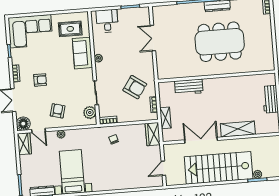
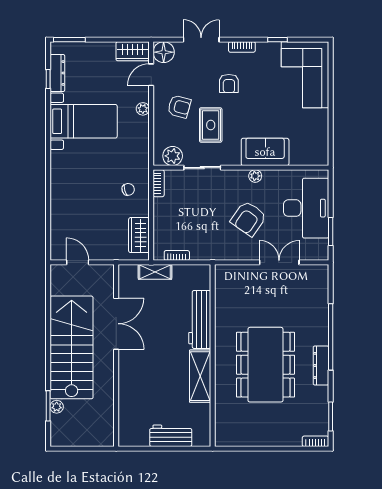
desk: (107, 21) -> (306, 208), width x1.87, depth x1.30
rug: (70, 29) -> (211, 125), moved
armchair: (135, 87) -> (249, 219), moved
workbench: (189, 87) -> (200, 319), width x1.38
shelving: (238, 129) -> (200, 376), moved
wardrobe: (153, 134) -> (139, 235), moved, turned -90

